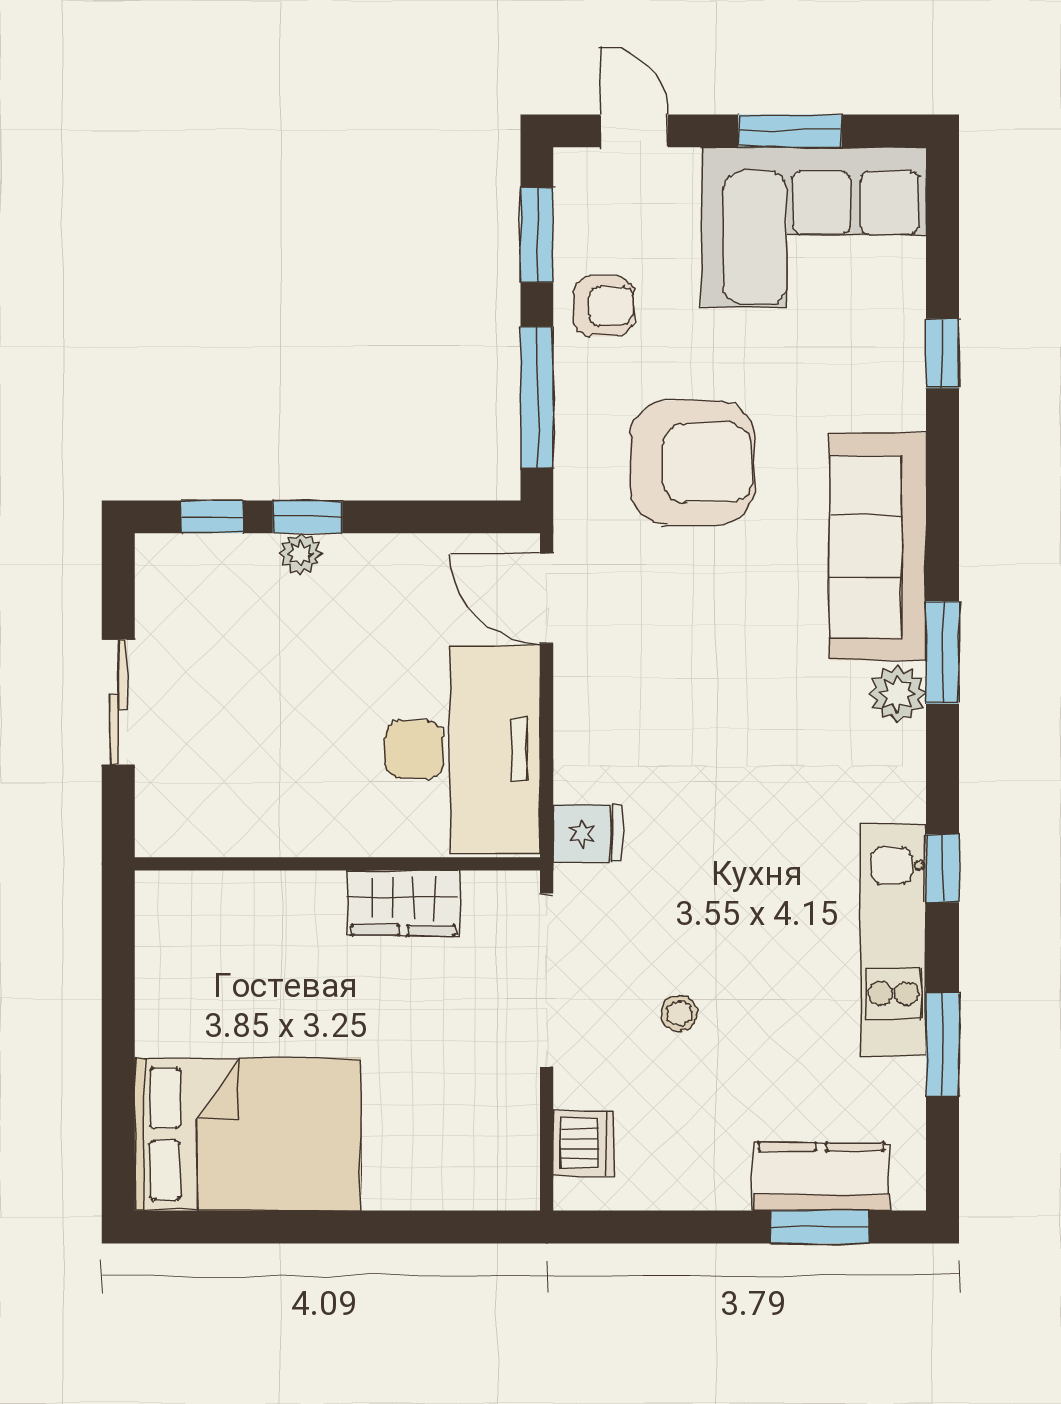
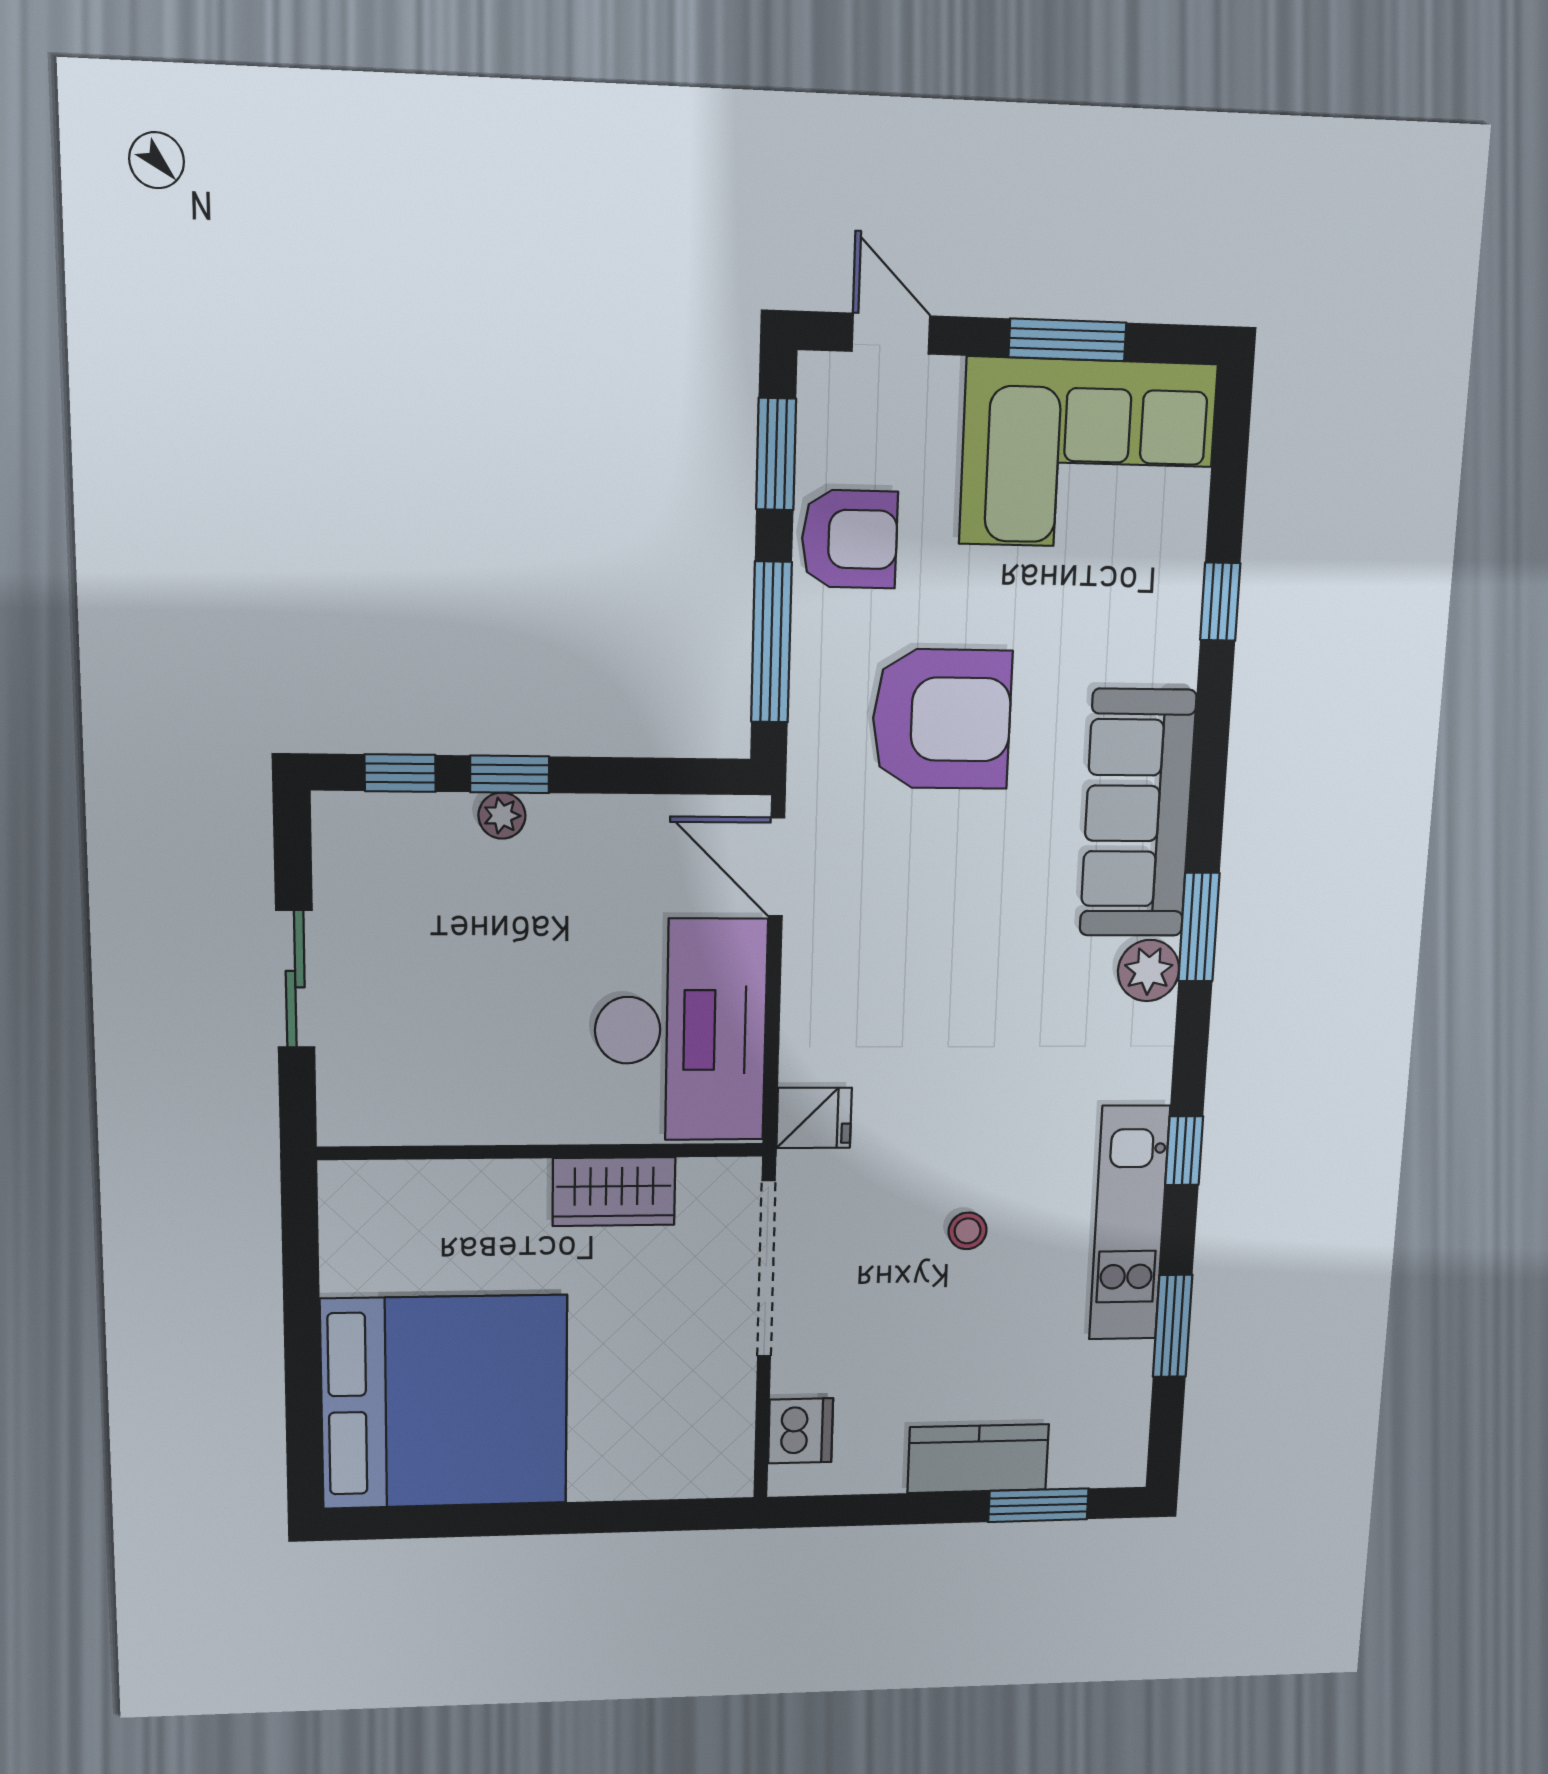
armchair: (604, 306) -> (849, 539), width x1.38, depth x1.38
stool: (679, 1014) -> (968, 1231), moved
bed: (248, 1134) -> (445, 1402), width x1.36
kitchen counter: (821, 1177) -> (978, 1459), moved

